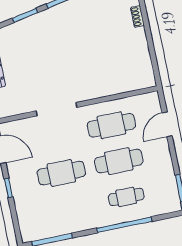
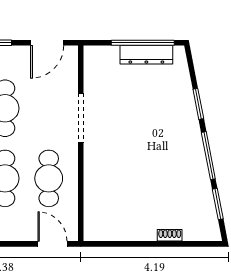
door: (167, 124) -> (52, 244), moved

